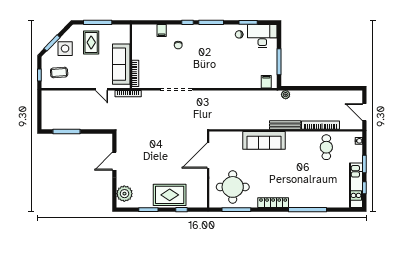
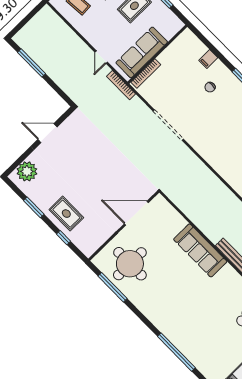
rug: (170, 195) -> (66, 214), width x0.73, depth x0.70
locker: (273, 203) -> (152, 314), removed

